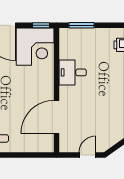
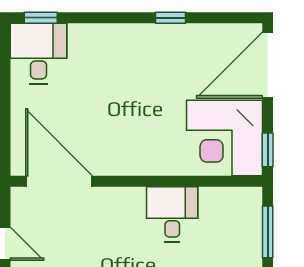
door: (56, 117) -> (59, 181), moved

